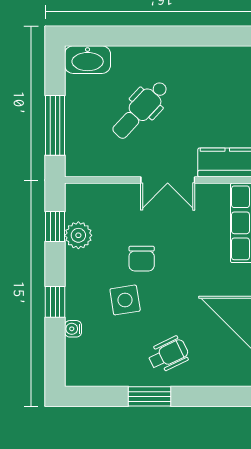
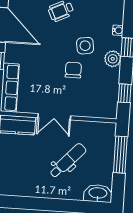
double door: (168, 180) -> (54, 117), swing flipped
plant: (78, 235) -> (113, 59), moved

